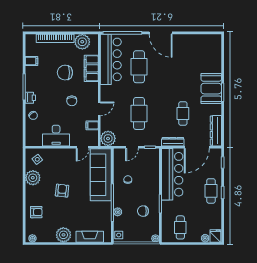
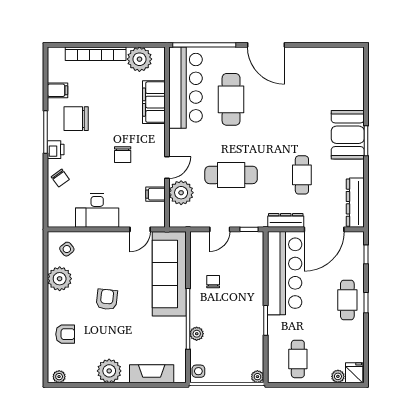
chair: (65, 73) -> (76, 119), moved
cafe table: (139, 113) -> (231, 175), turned 90
plant: (108, 138) -> (181, 193), moved
chair: (143, 211) -> (238, 332), removed

